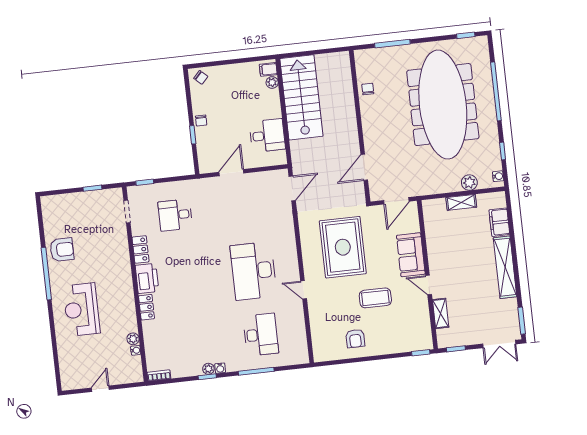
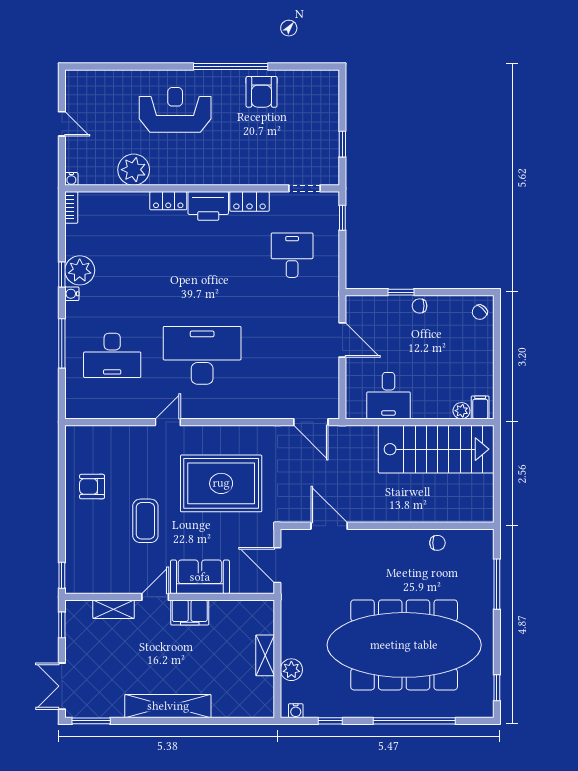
filing cabinet: (499, 222) -> (190, 613), moved, turned 180
plant: (133, 339) -> (134, 170), width x1.88, depth x1.88
water cooler: (136, 350) -> (71, 179), moved
plant: (208, 369) -> (80, 270), width x1.87, depth x1.87

